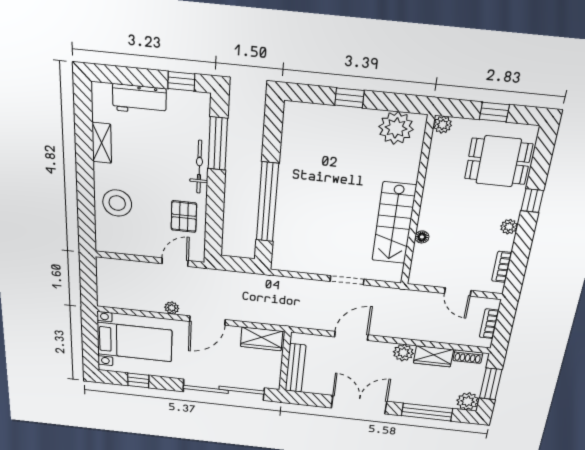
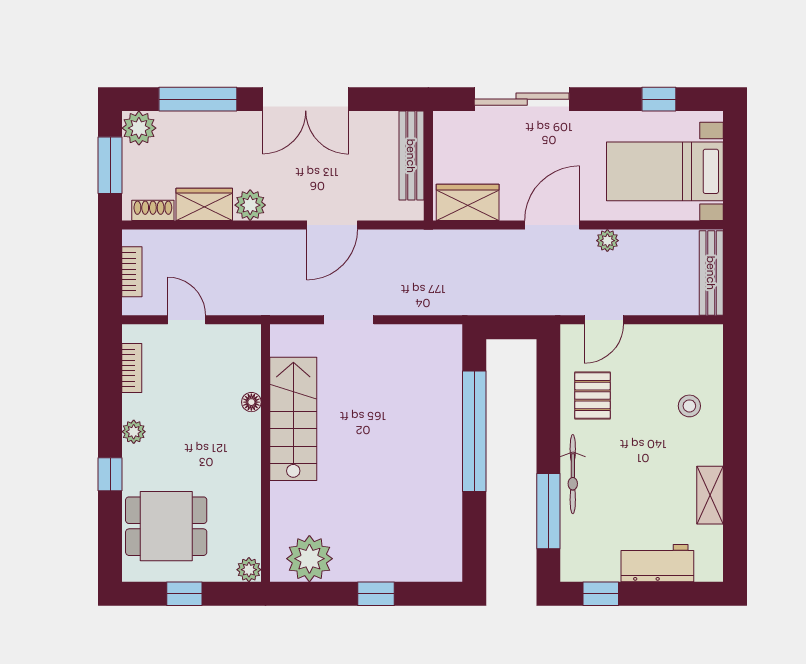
stool: (117, 203) -> (689, 406), width x0.53, depth x0.53
bench: (104, 282) -> (711, 273), added
sliding door: (224, 390) -> (522, 99), width x0.73

